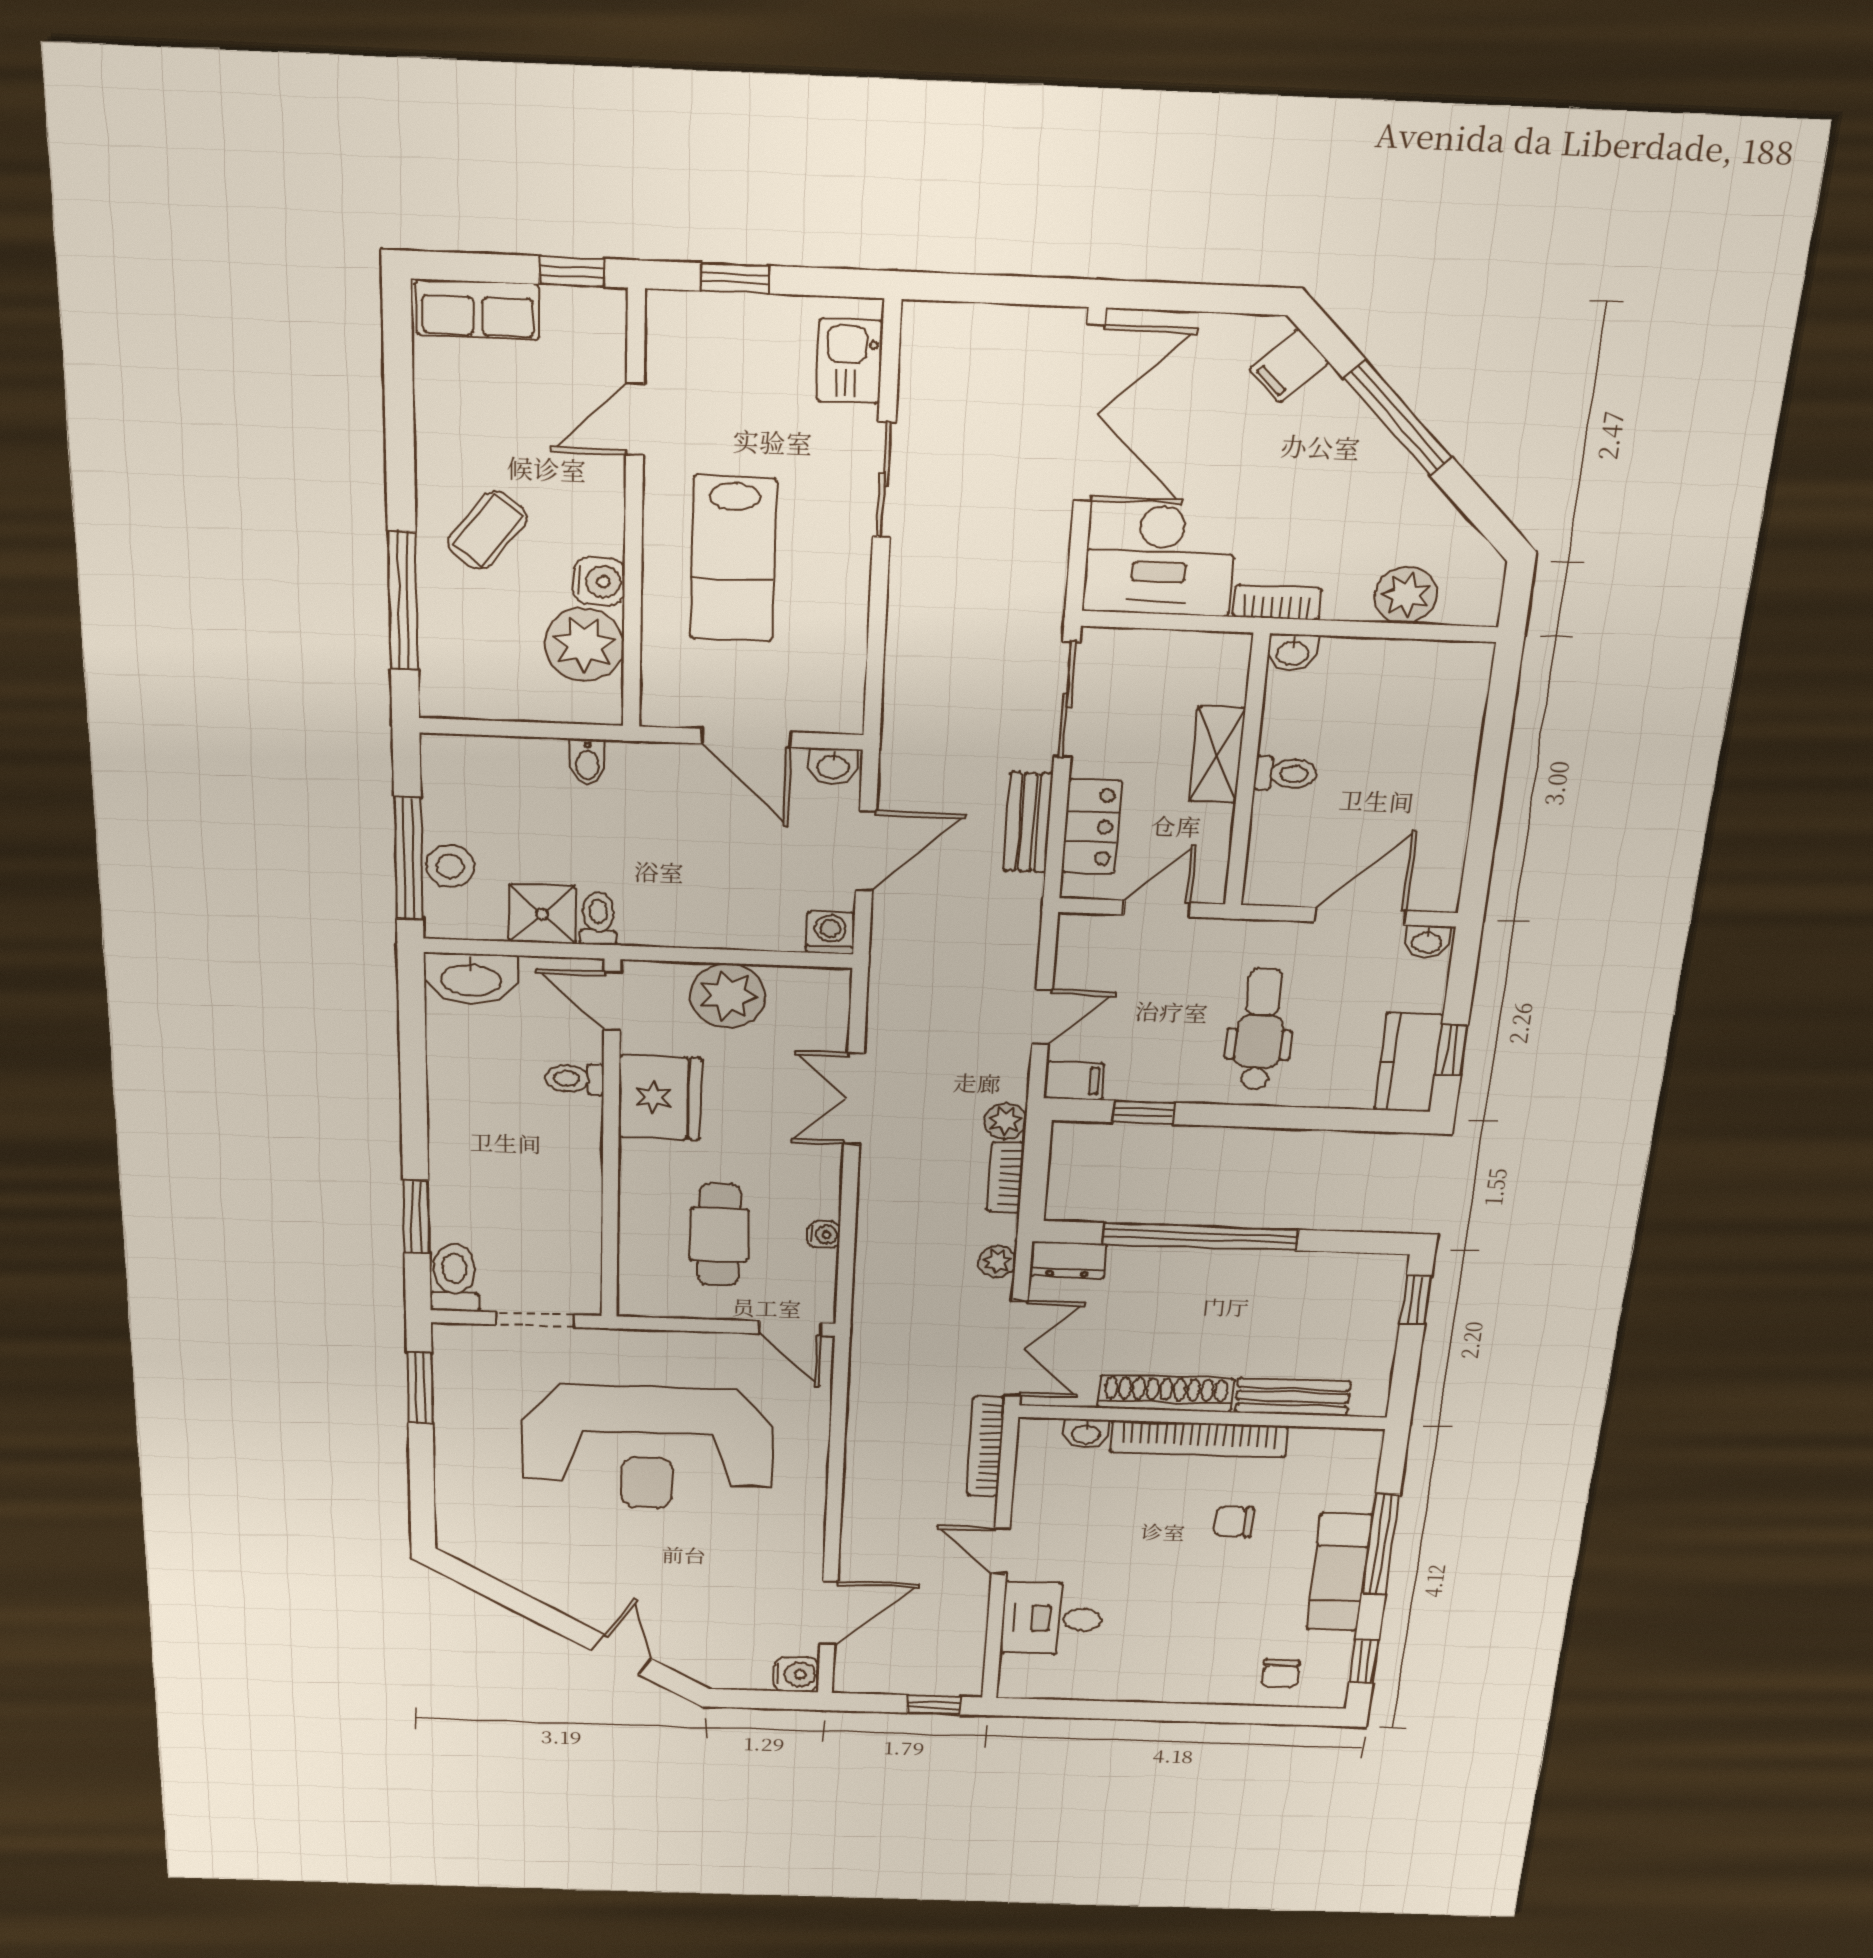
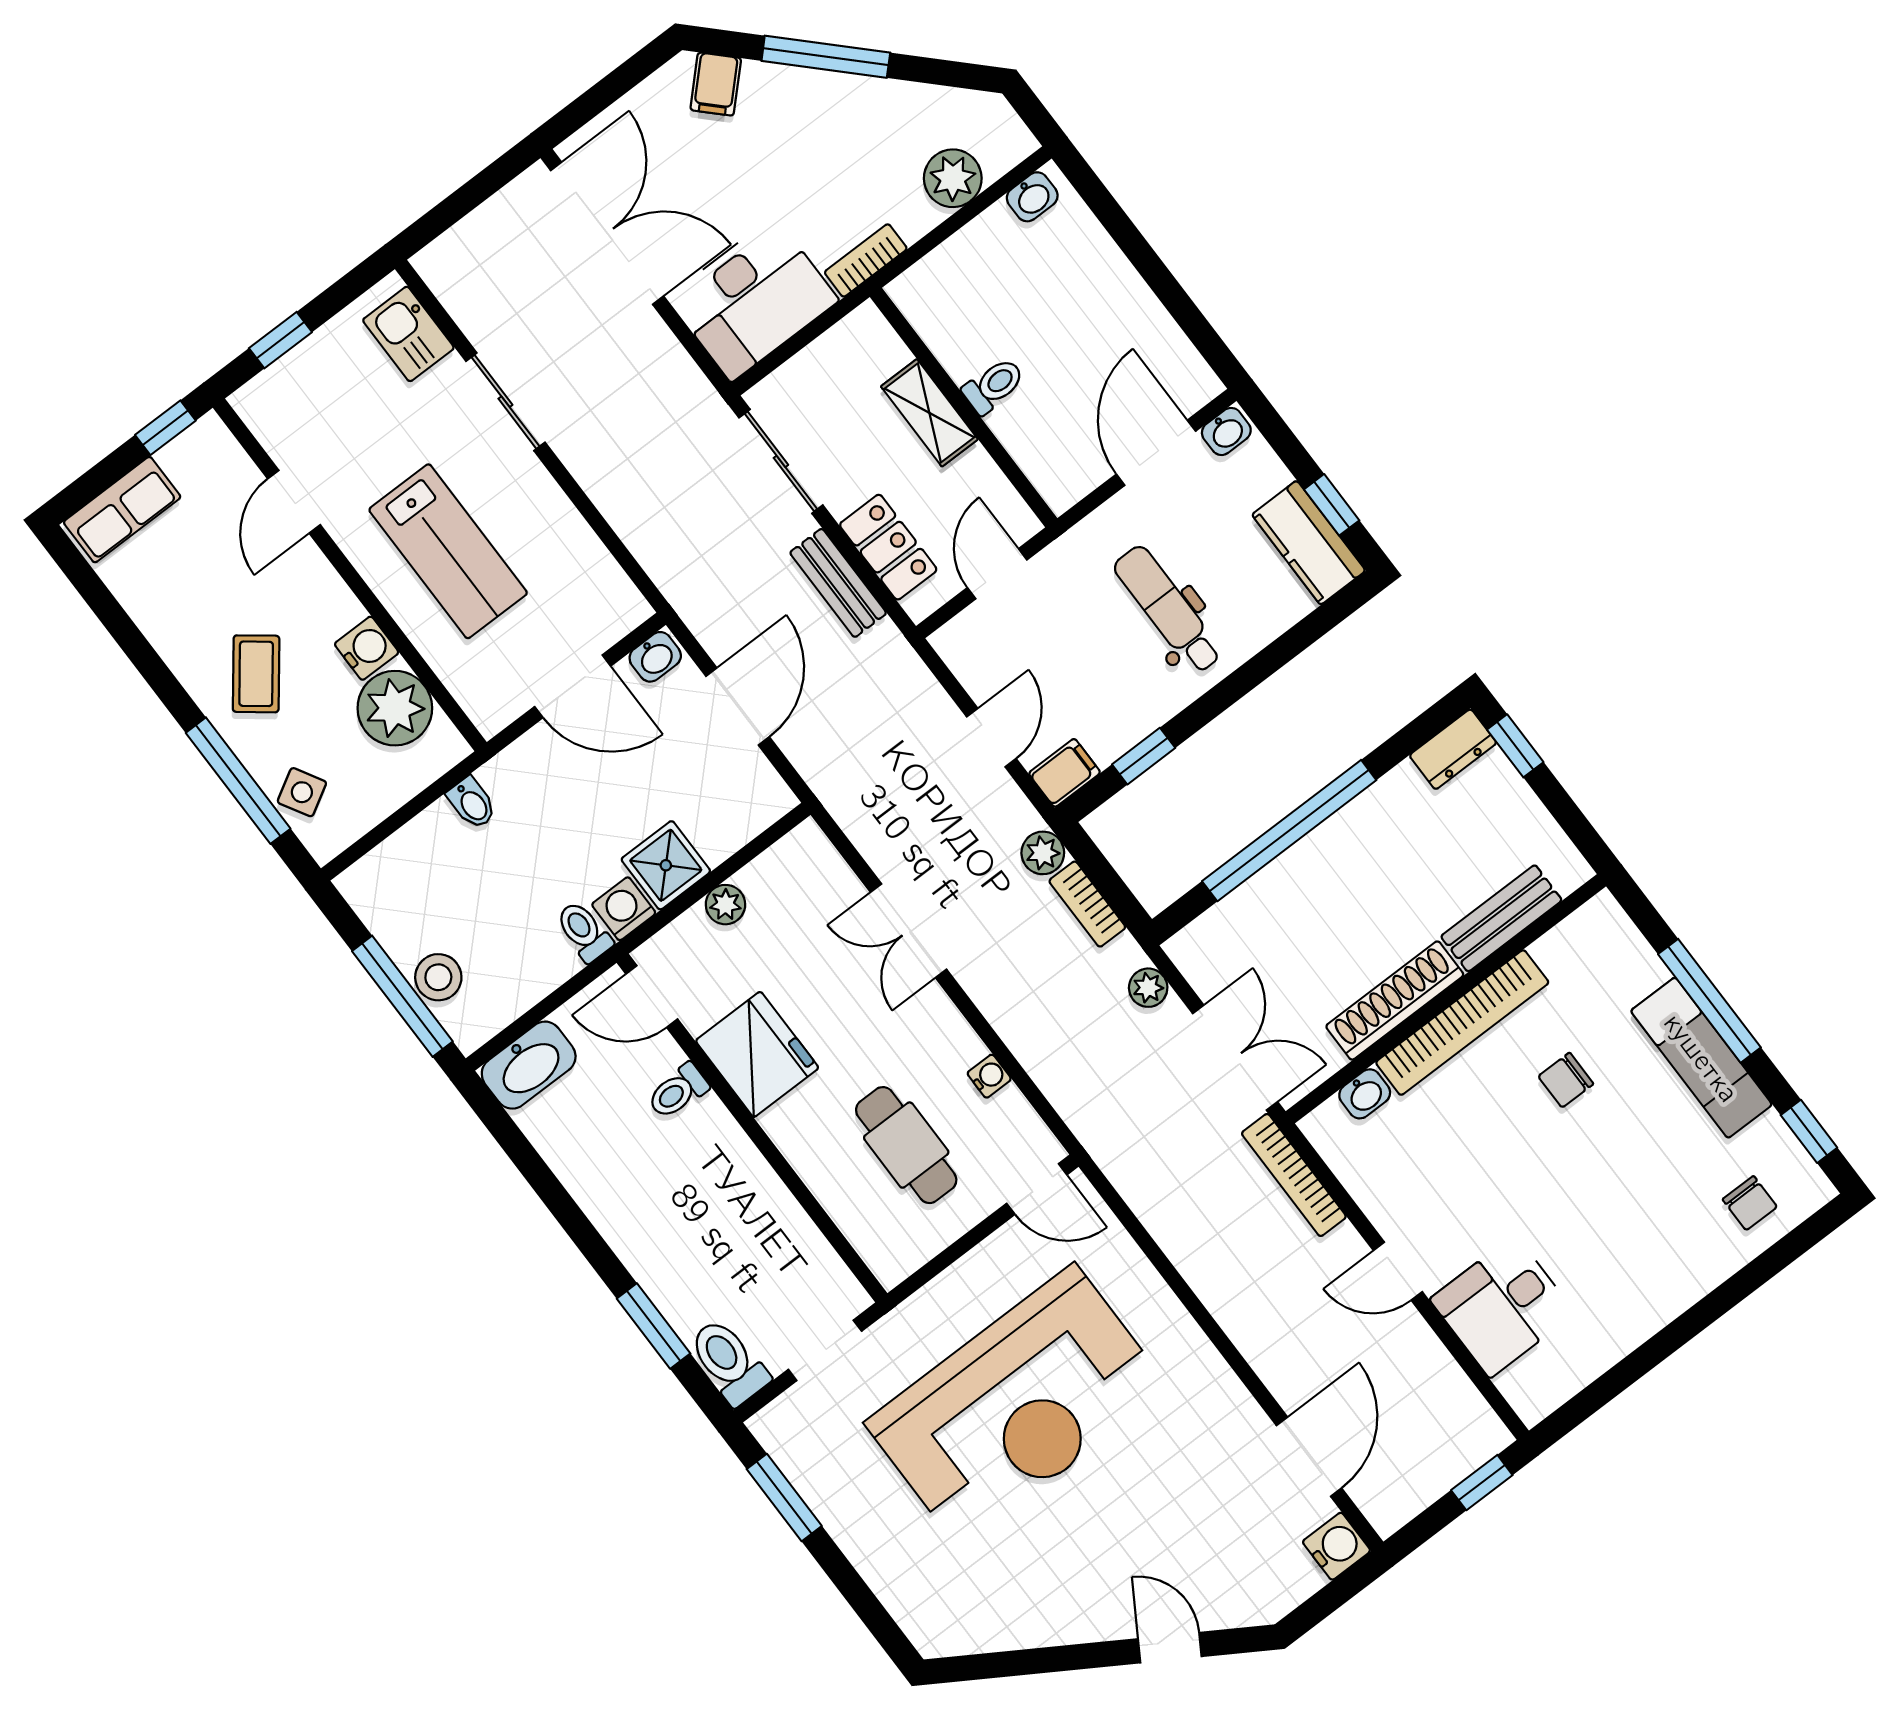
side table: (451, 650) -> (302, 792), added
washbasin: (1293, 652) -> (1032, 197), moved
shower: (542, 914) -> (666, 865), moved
washing machine: (830, 933) -> (624, 909), moved
plant: (728, 996) -> (725, 905), width x0.53, depth x0.53
dresser: (1068, 1260) -> (1453, 749), moved

